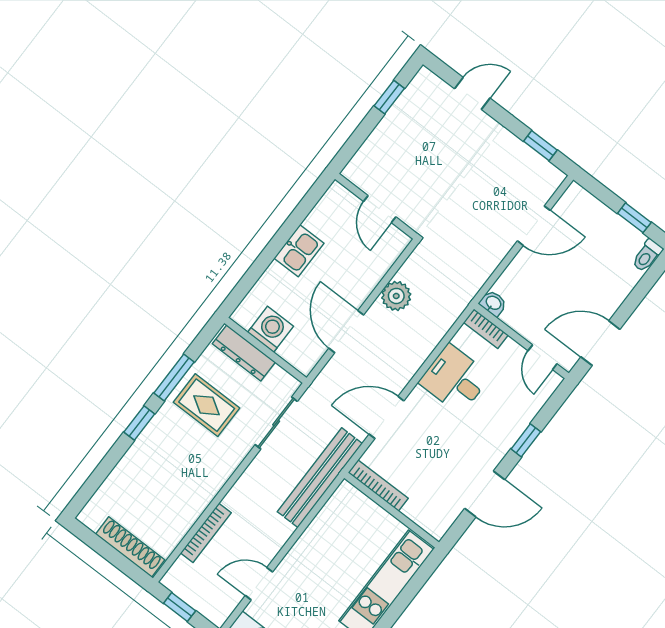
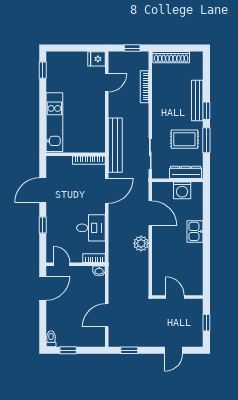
wall: (376, 206) -> (177, 297), moved
door: (380, 209) -> (175, 297), moved
bench: (141, 449) -> (197, 101), added

